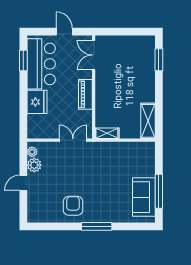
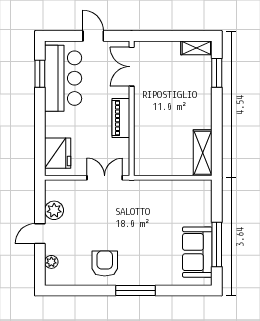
fridge: (37, 102) -> (58, 153), moved
shelving: (107, 133) -> (196, 48), moved
plant: (32, 152) -> (51, 262), moved

